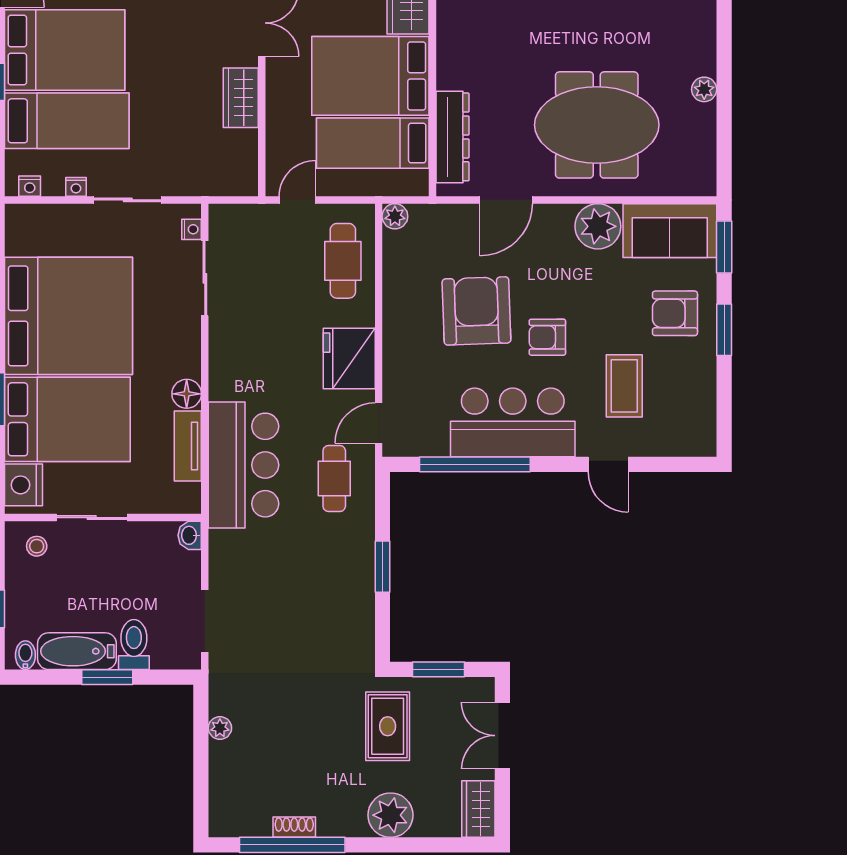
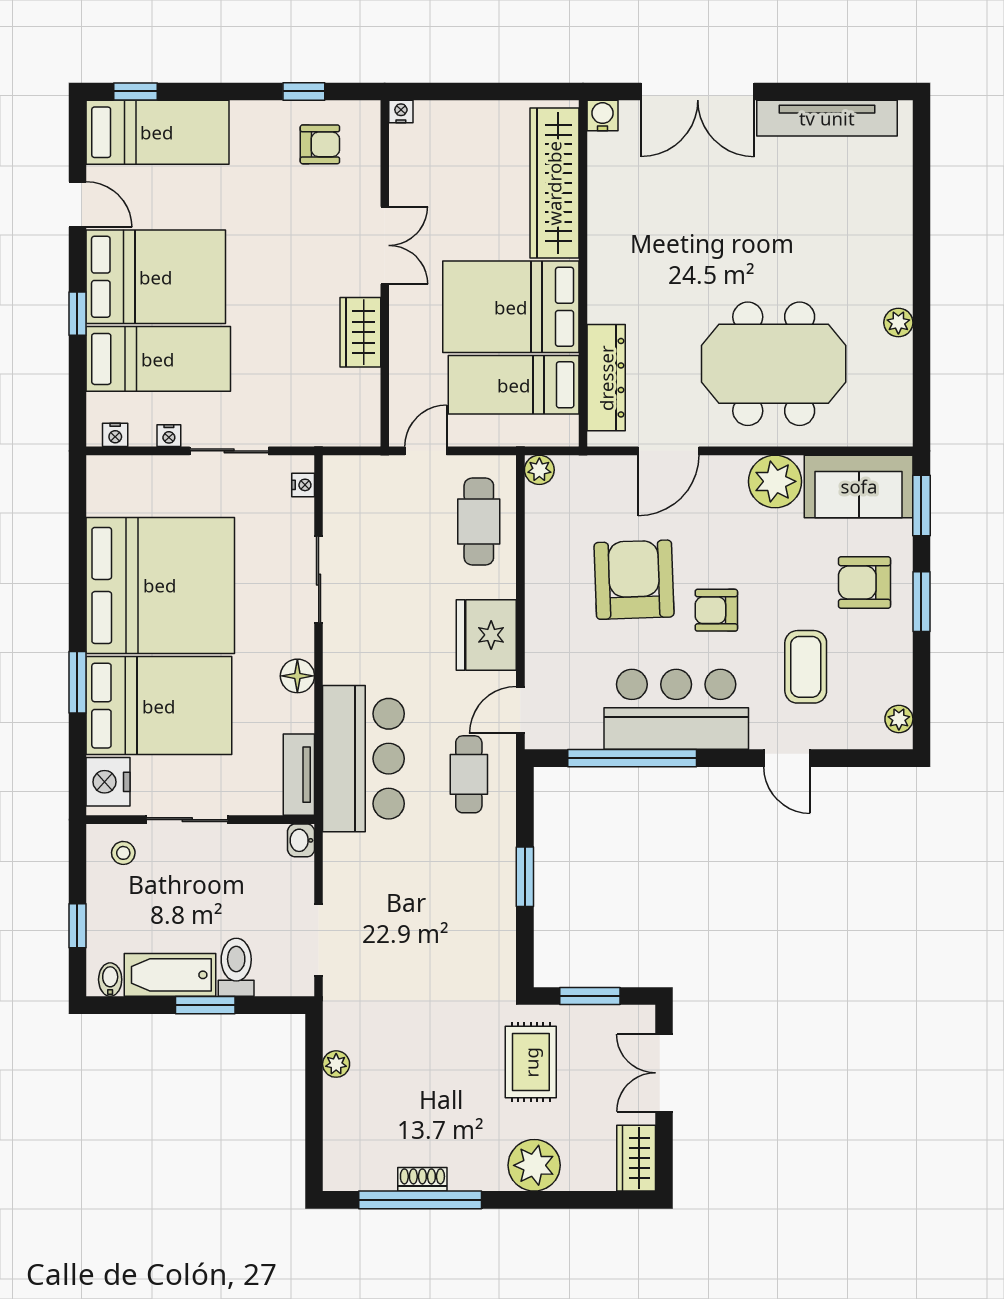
sliding door: (205, 278) -> (319, 580), moved
plant: (705, 431) -> (899, 719), added
tv unit: (188, 446) -> (299, 775), moved

